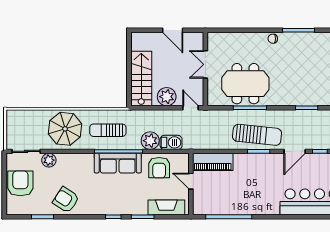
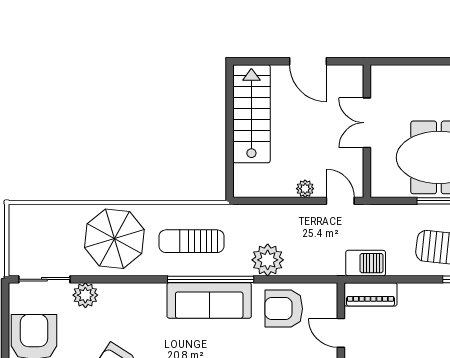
stairs: (141, 79) -> (251, 114), moved
plant: (167, 97) -> (305, 189), width x0.53, depth x0.53
barbecue: (171, 142) -> (366, 263), moved
piano: (213, 162) -> (371, 294), width x0.73, depth x0.75
armchair: (159, 168) -> (284, 309), turned 90

